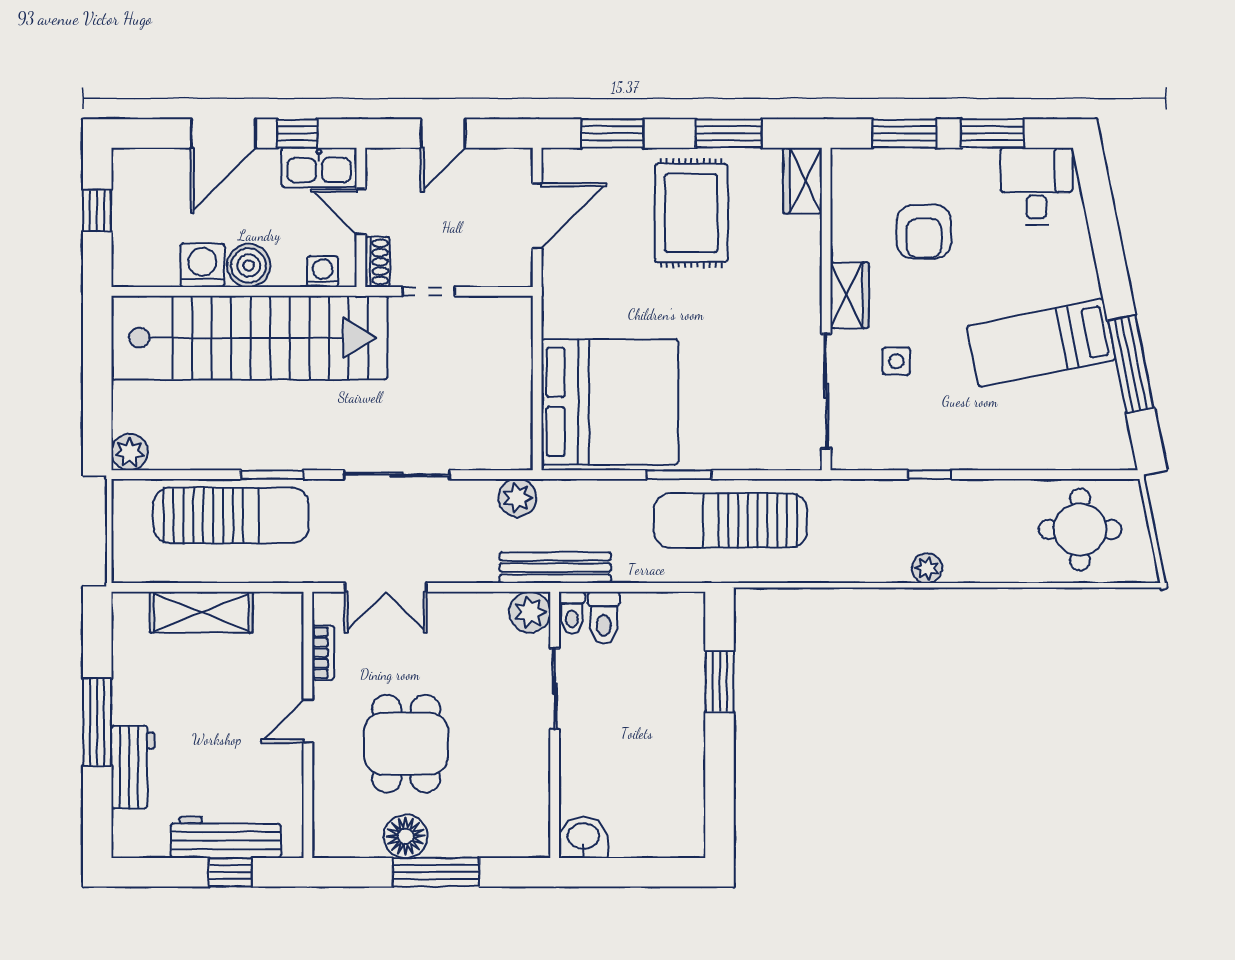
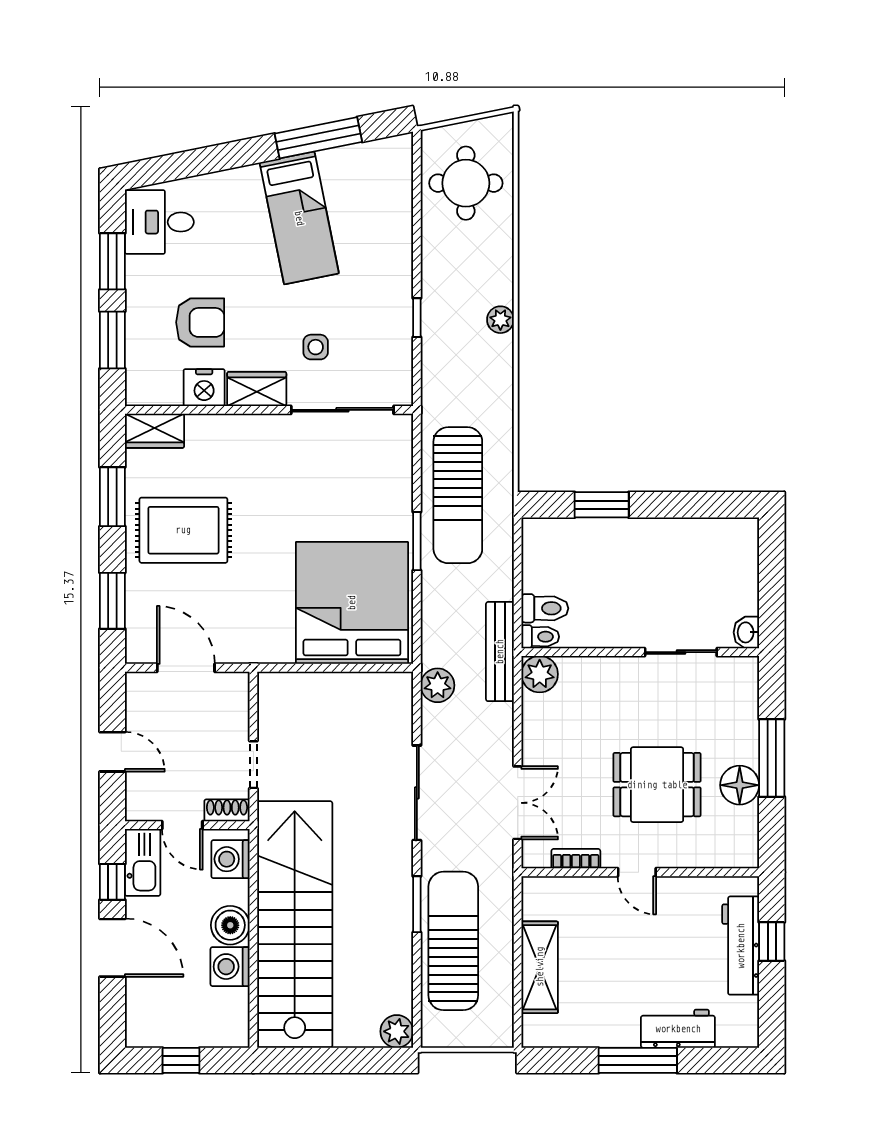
door: (361, 212) -> (182, 825), hinge flipped
nightstand: (851, 236) -> (204, 388), added
washing machine: (323, 272) -> (230, 859), width x1.38, depth x1.38
sliding door: (555, 689) -> (681, 652), moved
washbasin: (583, 837) -> (746, 632), width x0.72, depth x0.69

